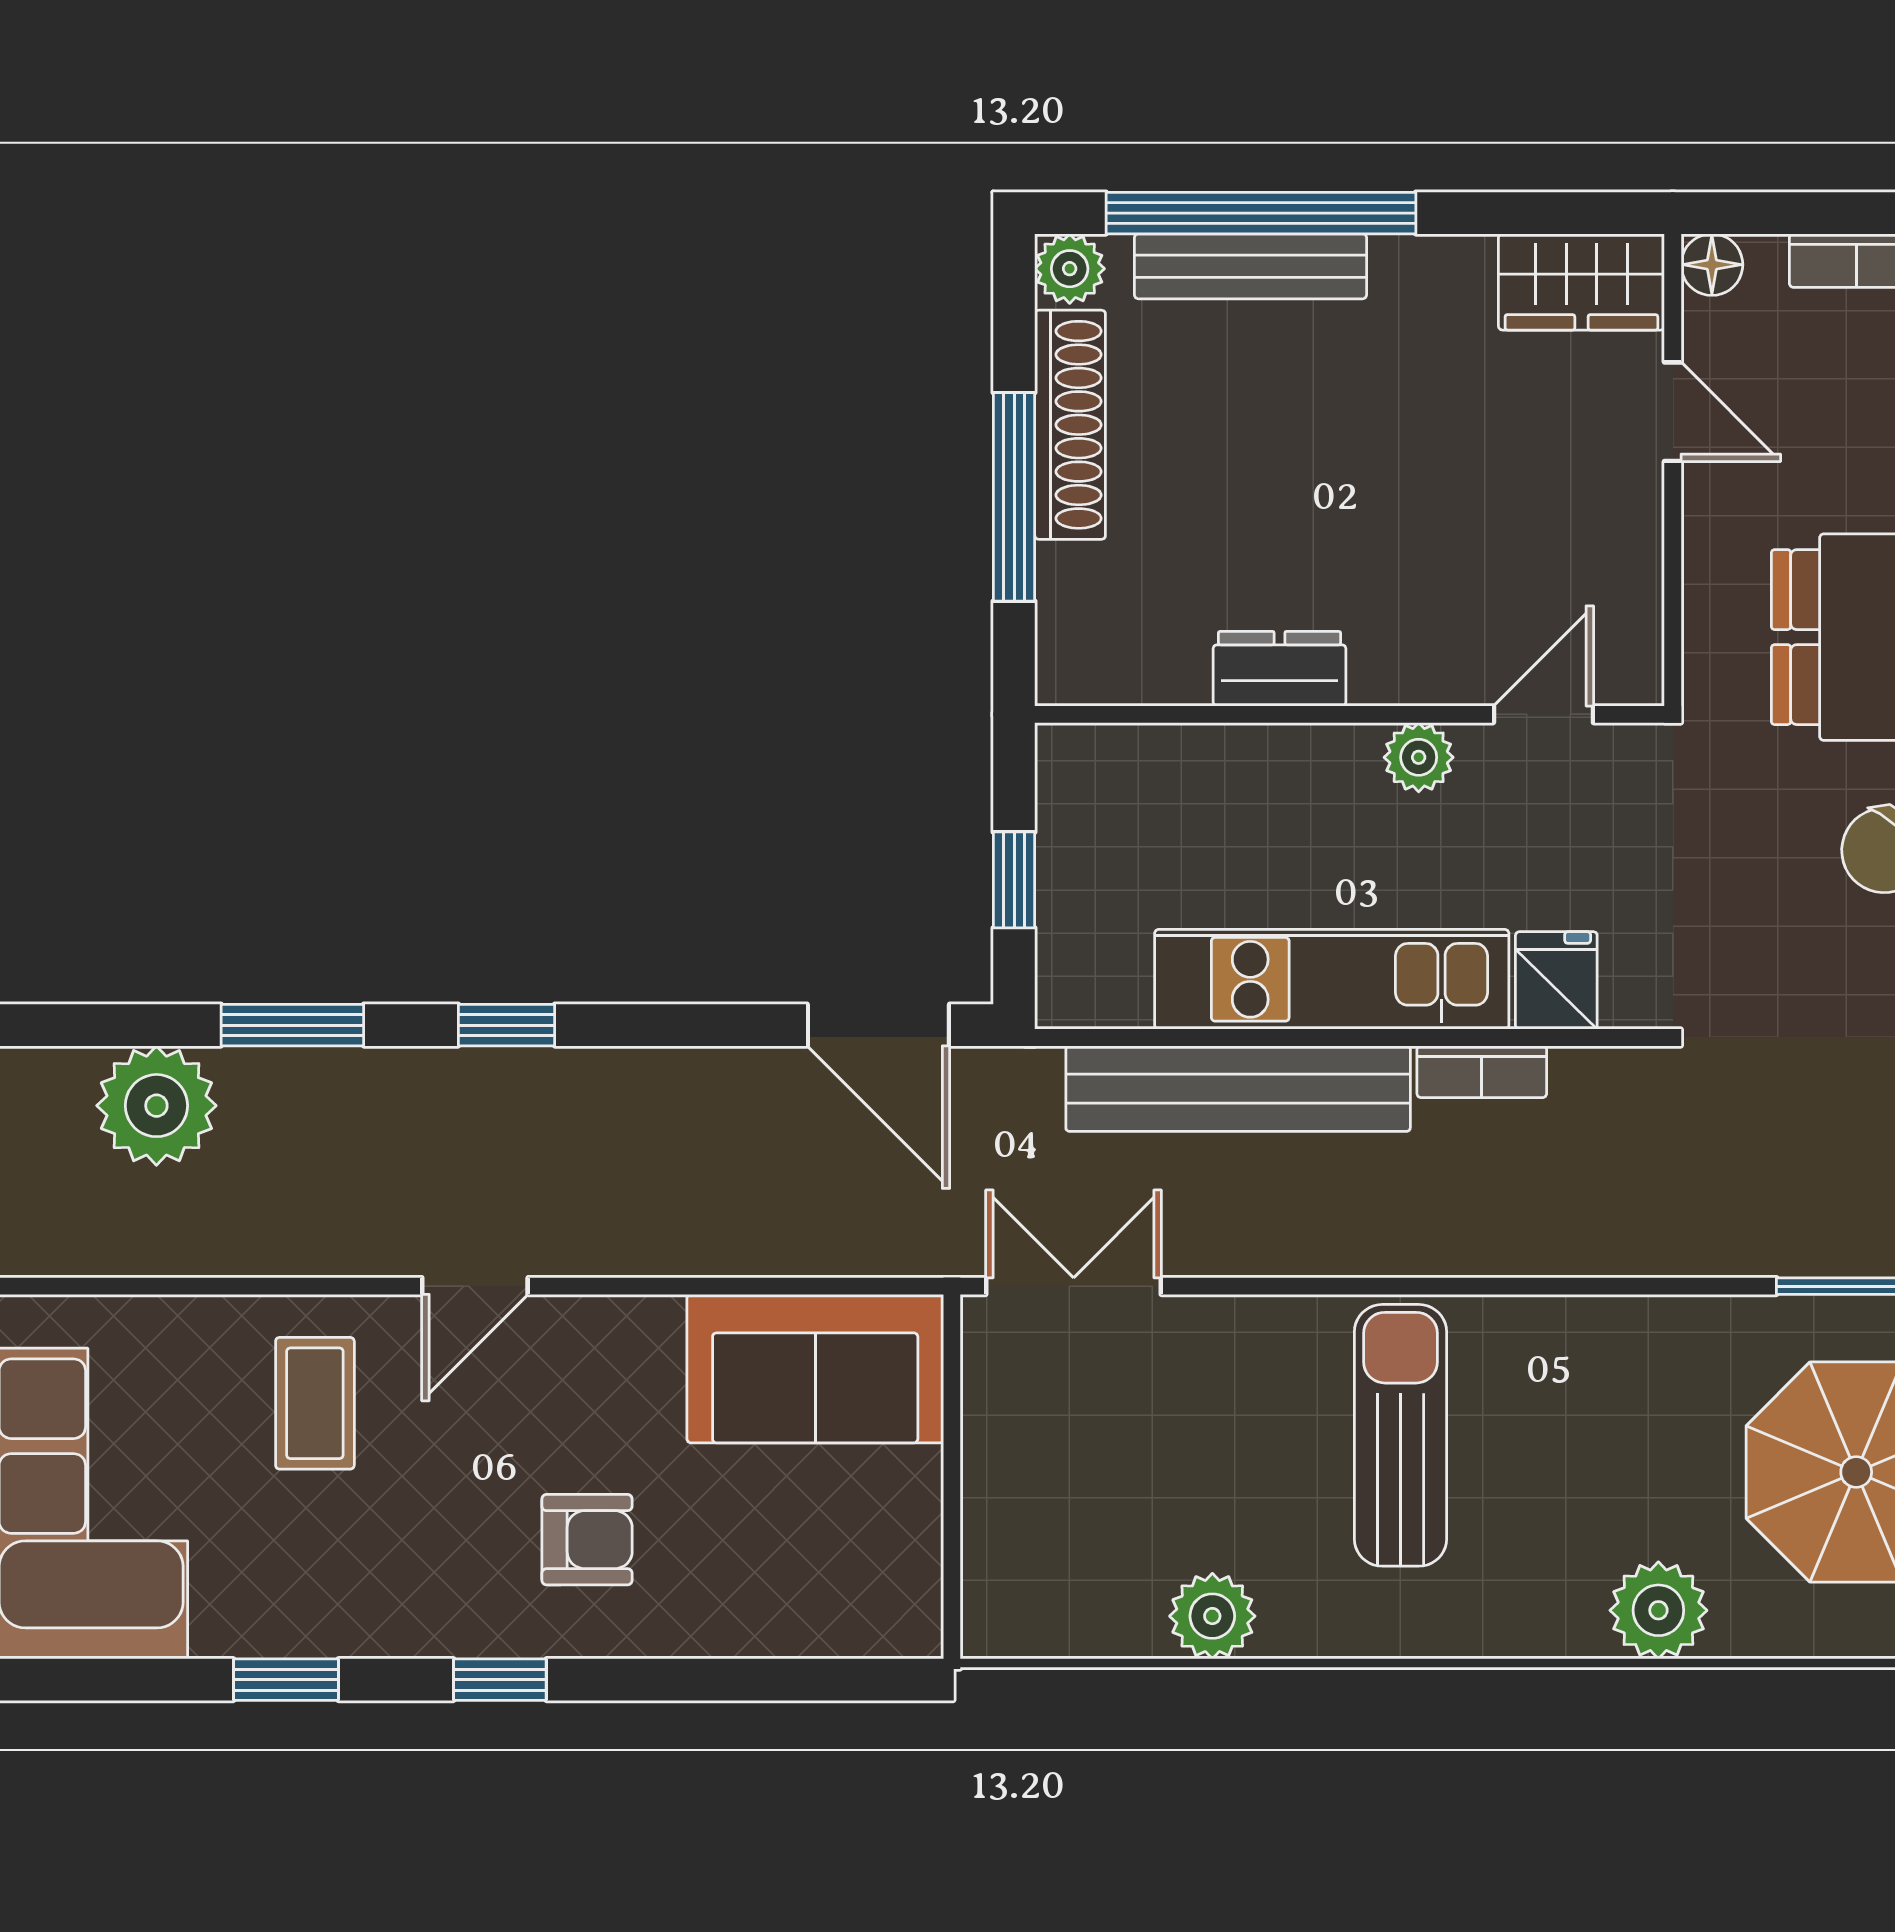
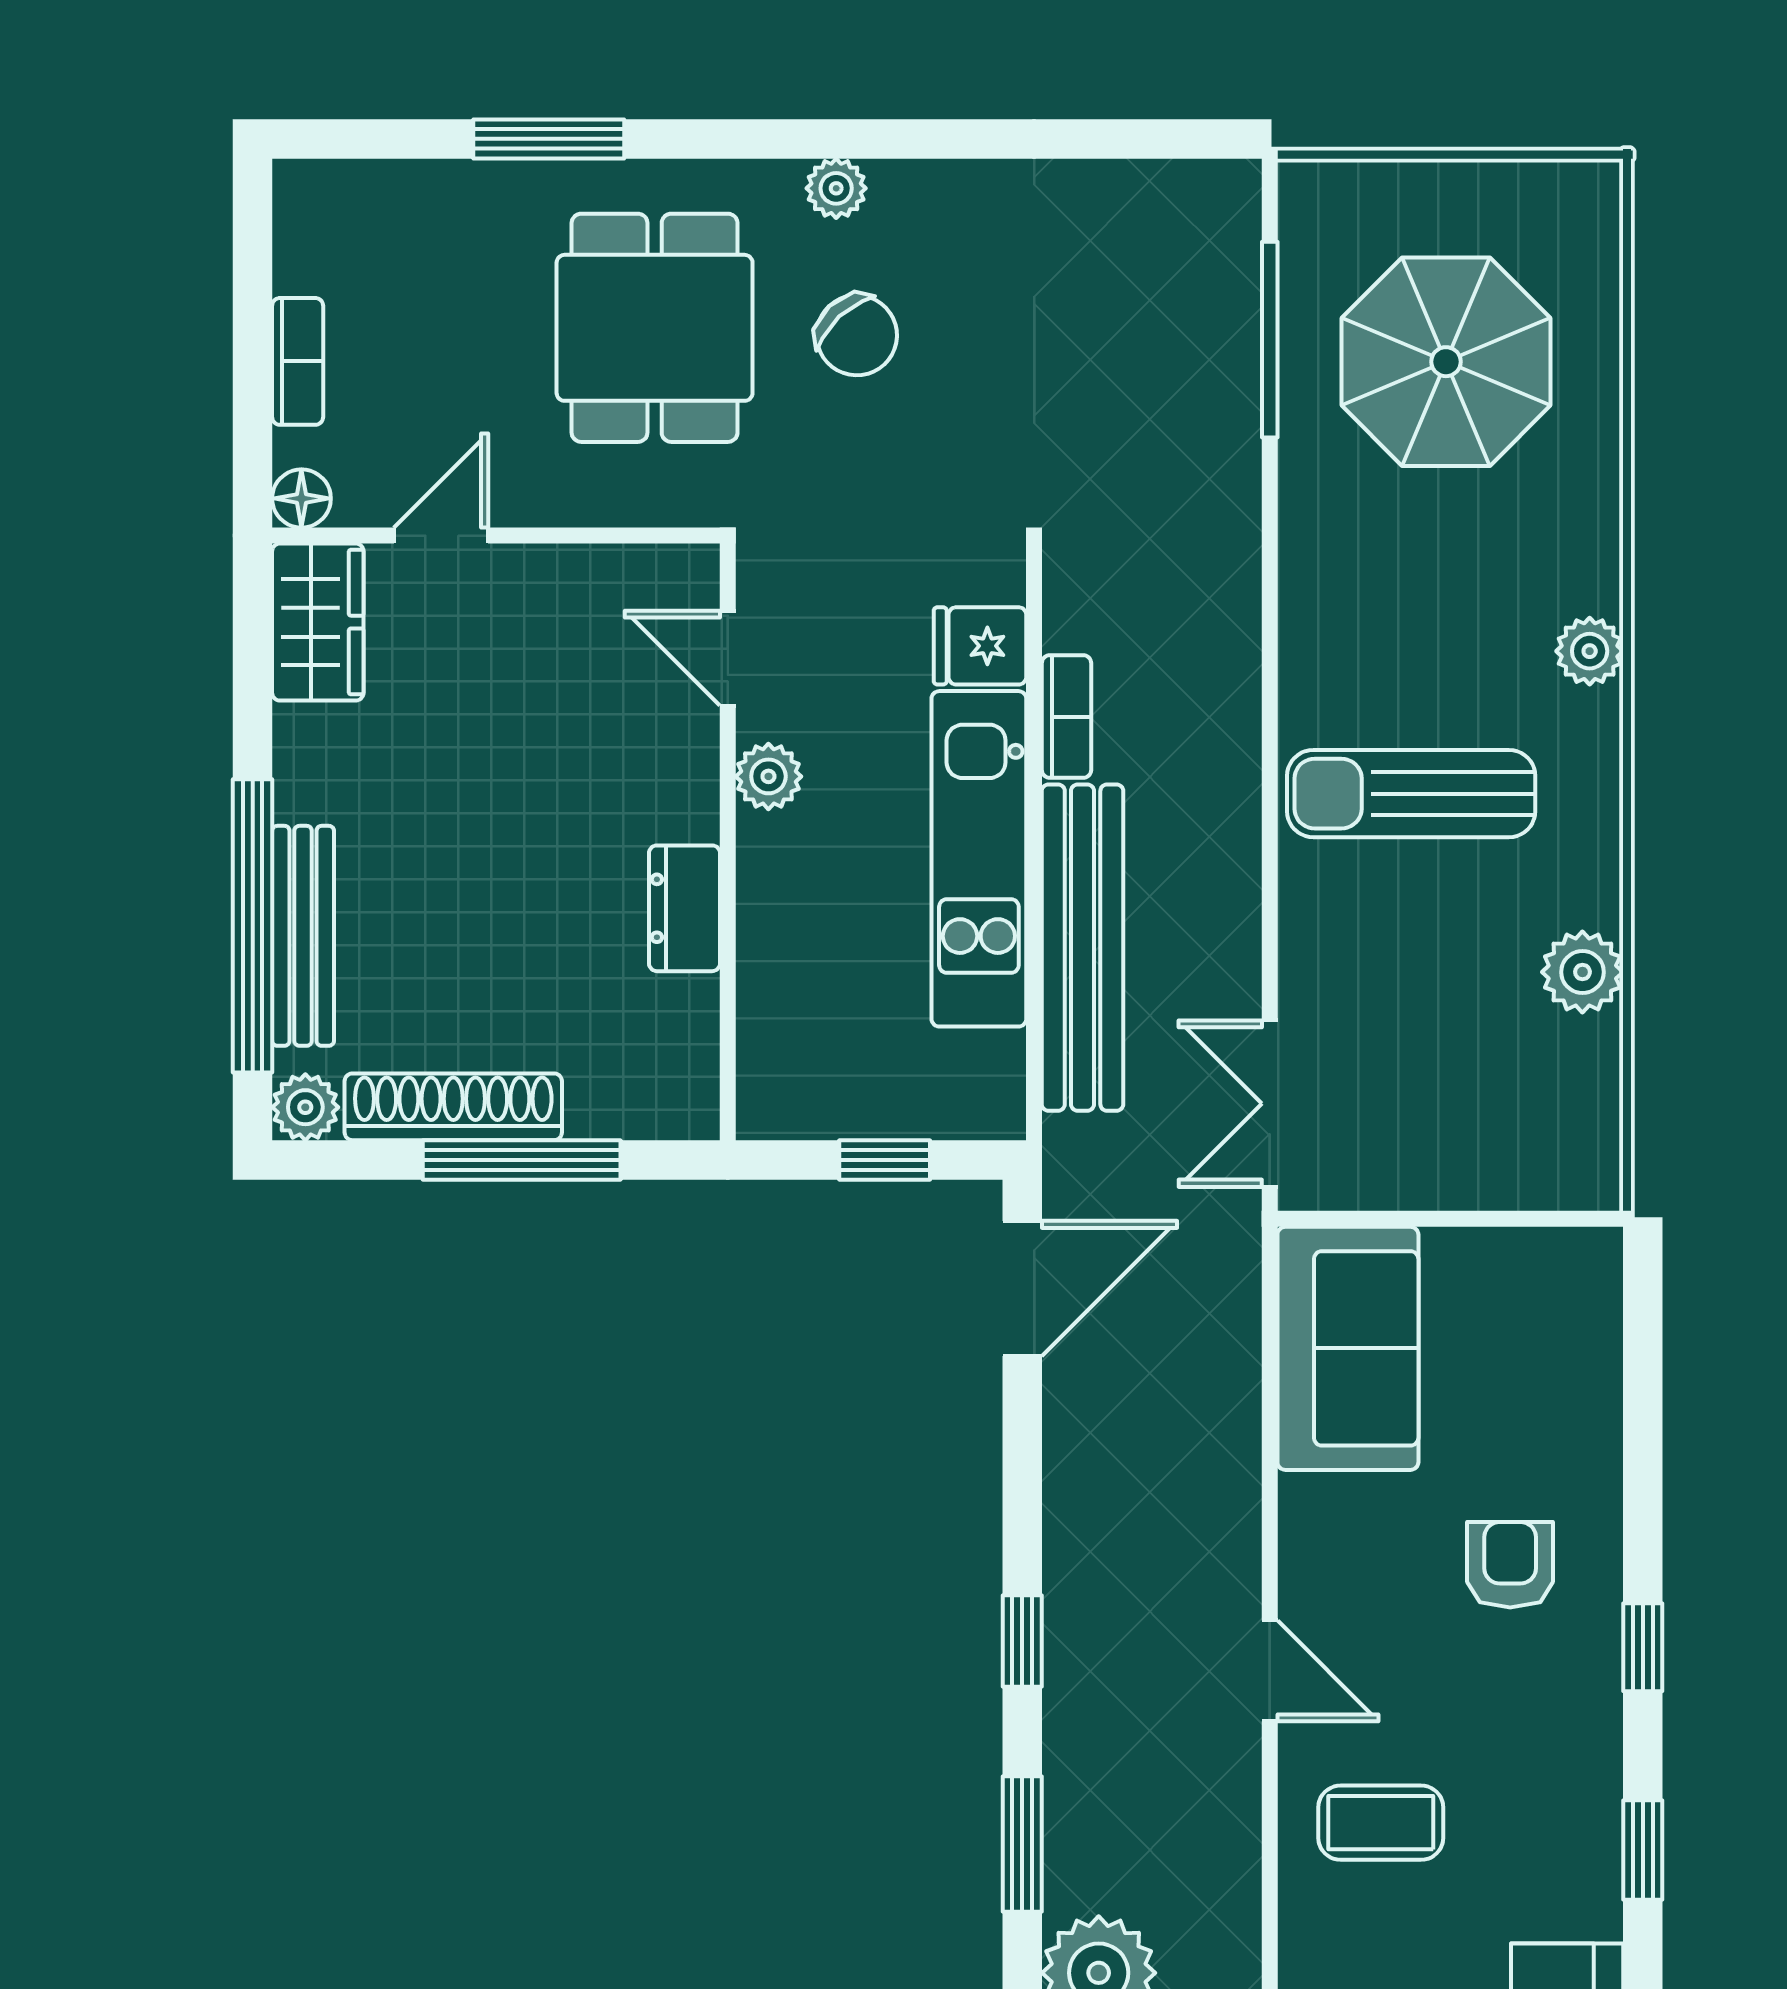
plant: (1658, 1610) -> (1590, 651), moved, width x0.73, depth x0.73

